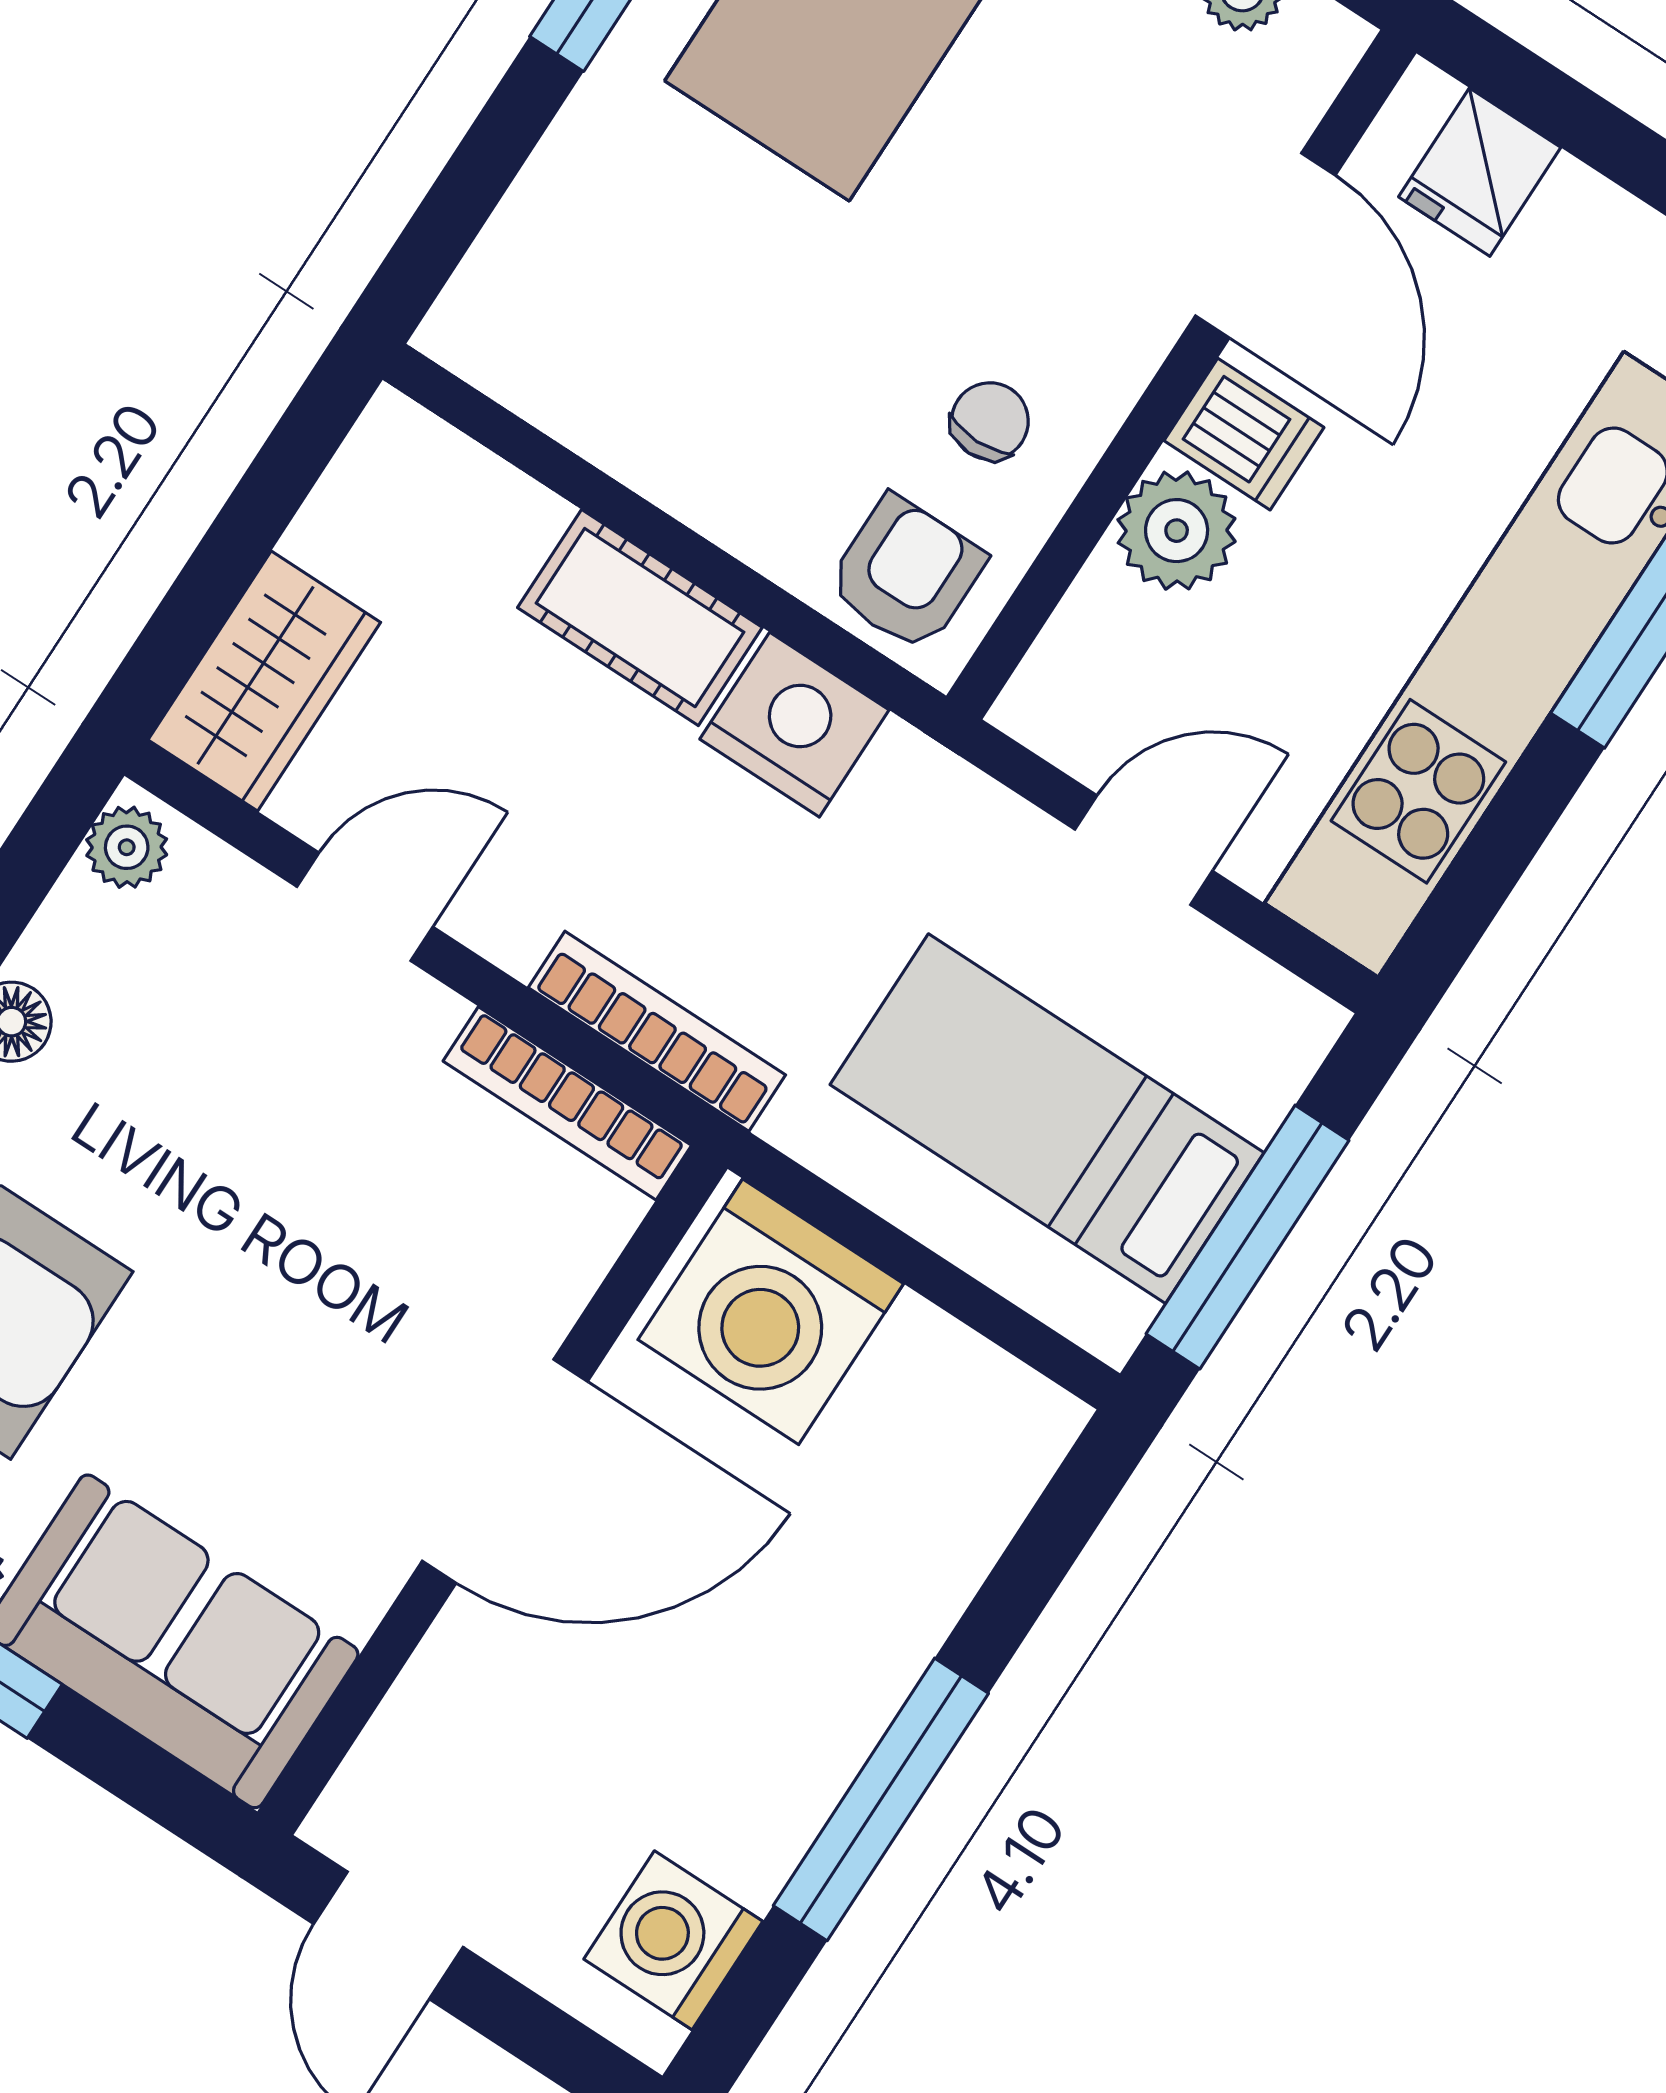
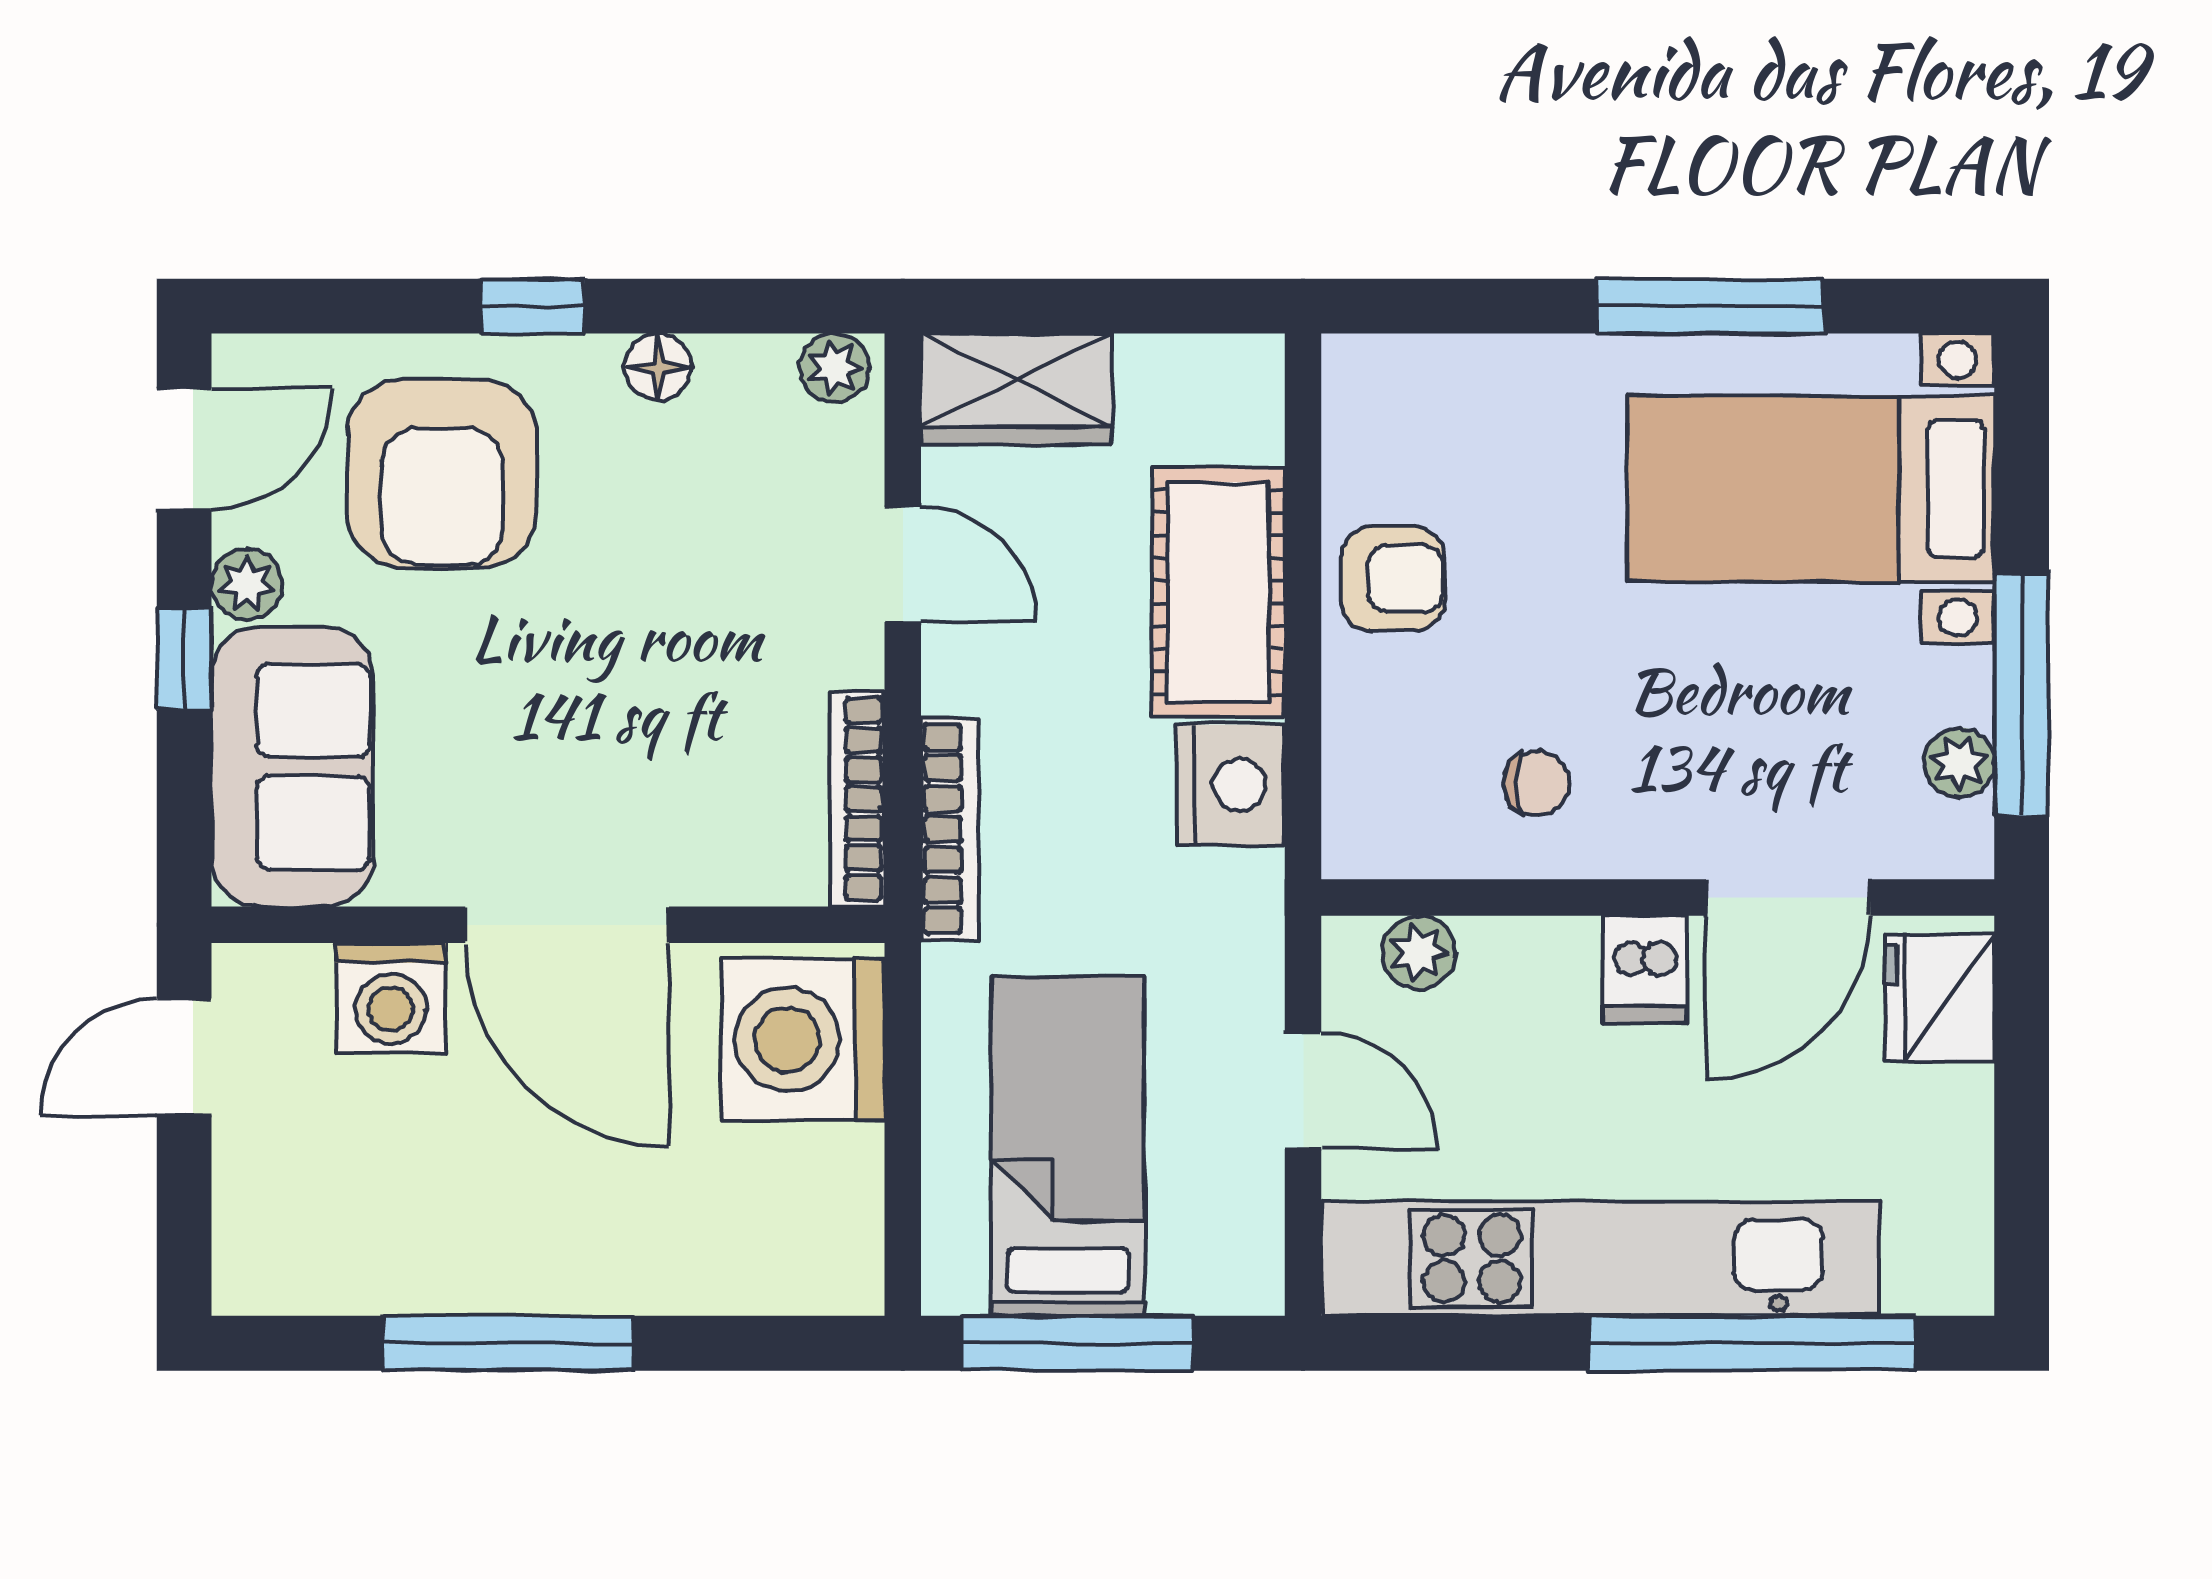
fridge: (1480, 172) -> (1939, 998), width x1.38
plant: (1177, 531) -> (1419, 952), moved, width x0.73, depth x0.73
armchair: (906, 574) -> (1393, 579), moved
cot: (640, 618) -> (1218, 592), width x1.37, depth x1.34
washing machine: (673, 1940) -> (391, 998), moved, turned 180

